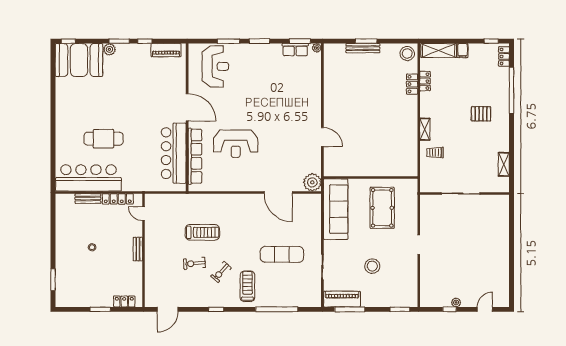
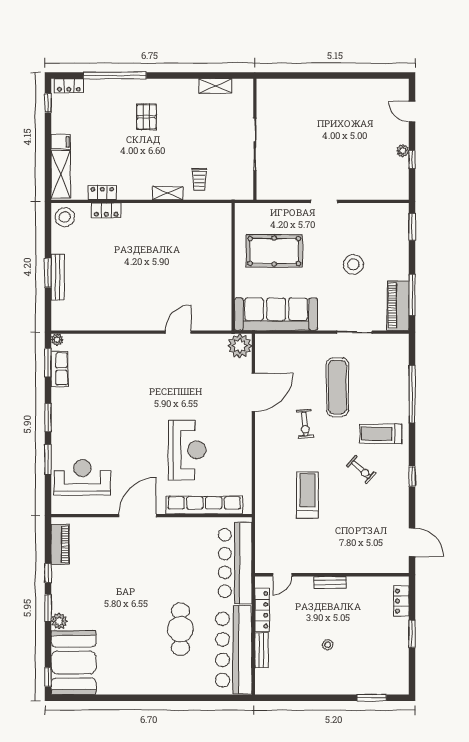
bar counter: (174, 153) -> (235, 563), moved, turned 90
exercise bike: (195, 263) -> (305, 424), moved

